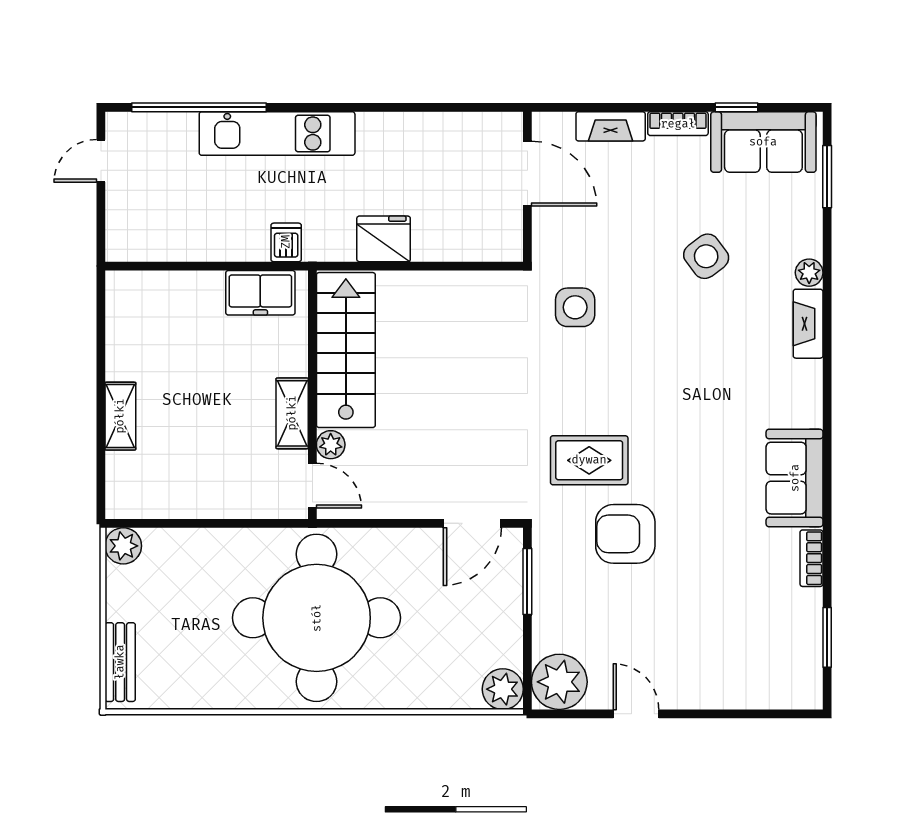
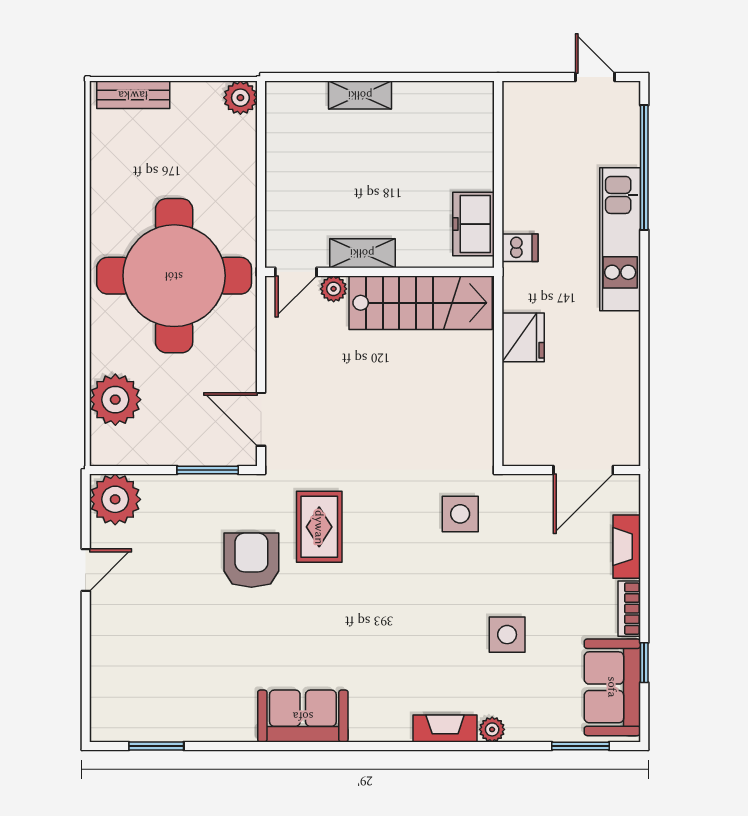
side table: (706, 256) -> (507, 635), turned 37
bookcase: (811, 558) -> (229, 732), removed
plant: (503, 689) -> (115, 400), moved, width x1.36, depth x1.36

